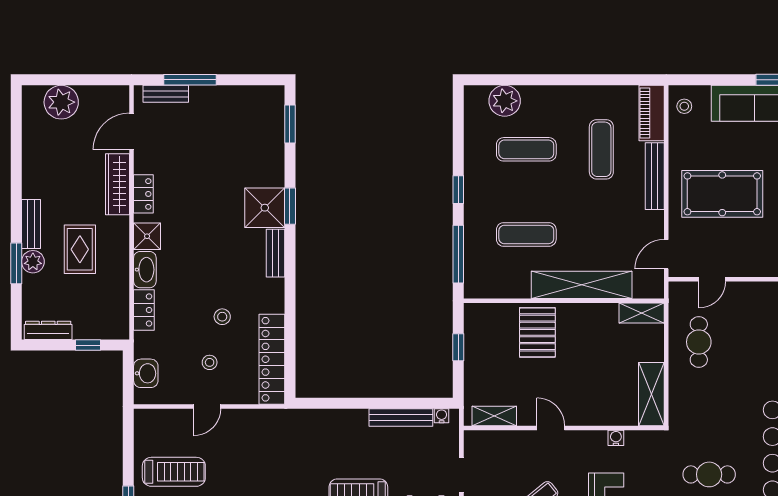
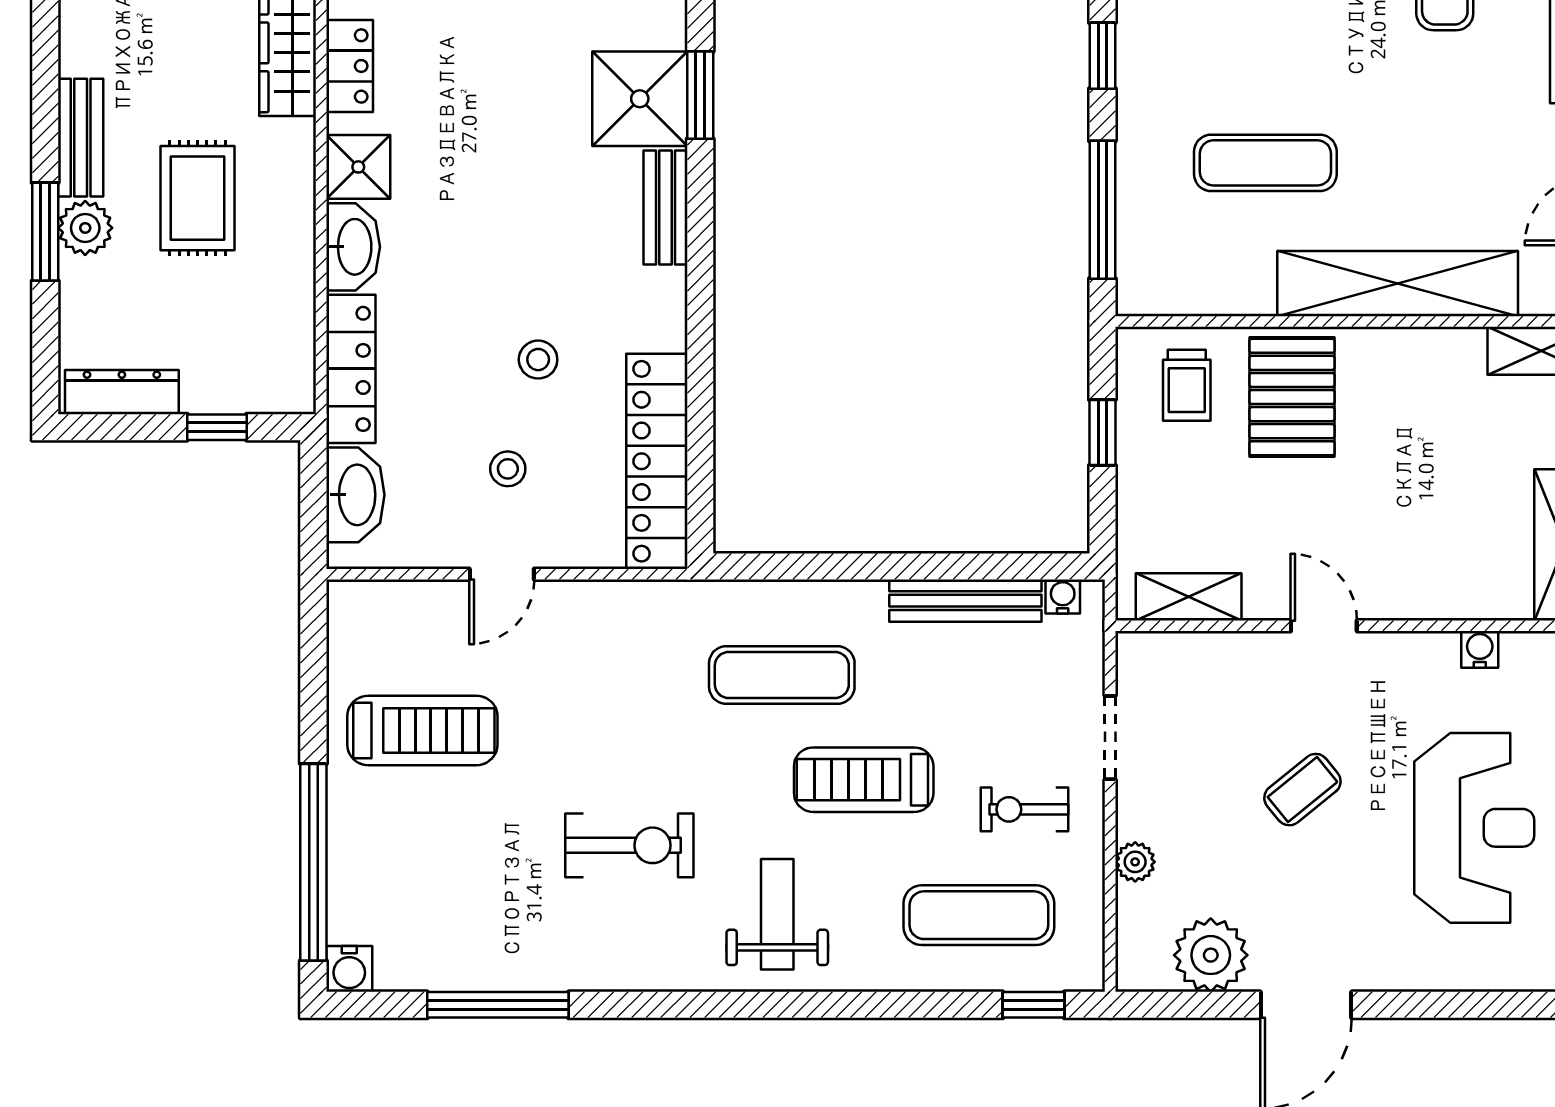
locker: (144, 310) -> (351, 369), width x1.53
trolley: (493, 327) -> (1187, 385), added
washbasin: (146, 373) -> (355, 495), width x1.38
exercise mat: (324, 449) -> (782, 675), added

